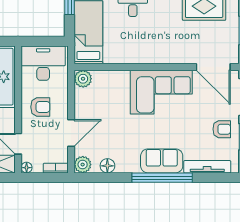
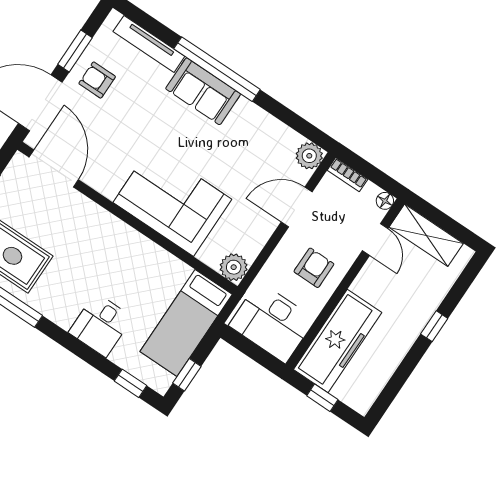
corner sofa: (161, 92) -> (172, 201), moved
armchair: (40, 107) -> (314, 268), turned 90
floor lamp: (107, 166) -> (278, 132), removed

